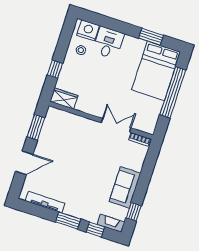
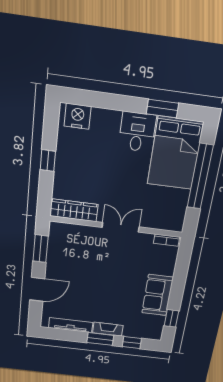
desk: (108, 43) -> (137, 132), moved
stool: (81, 50) -> (74, 145), removed
window: (55, 69) -> (48, 161), moved
wardrobe: (64, 99) -> (74, 210), width x1.50
double door: (116, 125) -> (121, 227), moved
fireplace: (111, 223) -> (108, 329), moved

